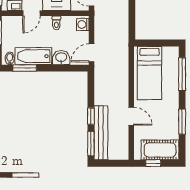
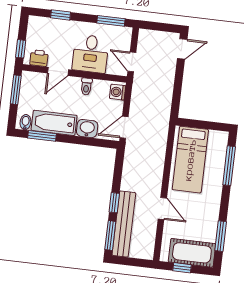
window: (182, 122) -> (221, 236), moved

